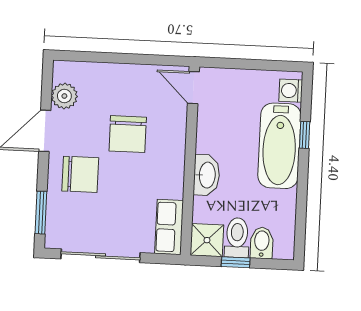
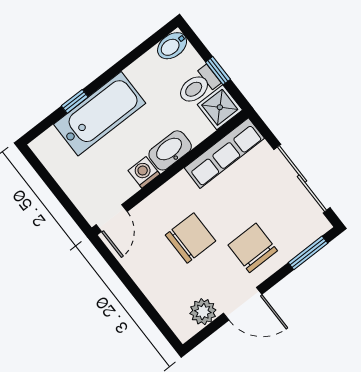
washing machine: (291, 91) -> (144, 172), moved, turned 180
row of seats: (169, 227) -> (224, 153), width x1.48
bidet: (262, 243) -> (172, 46), moved

